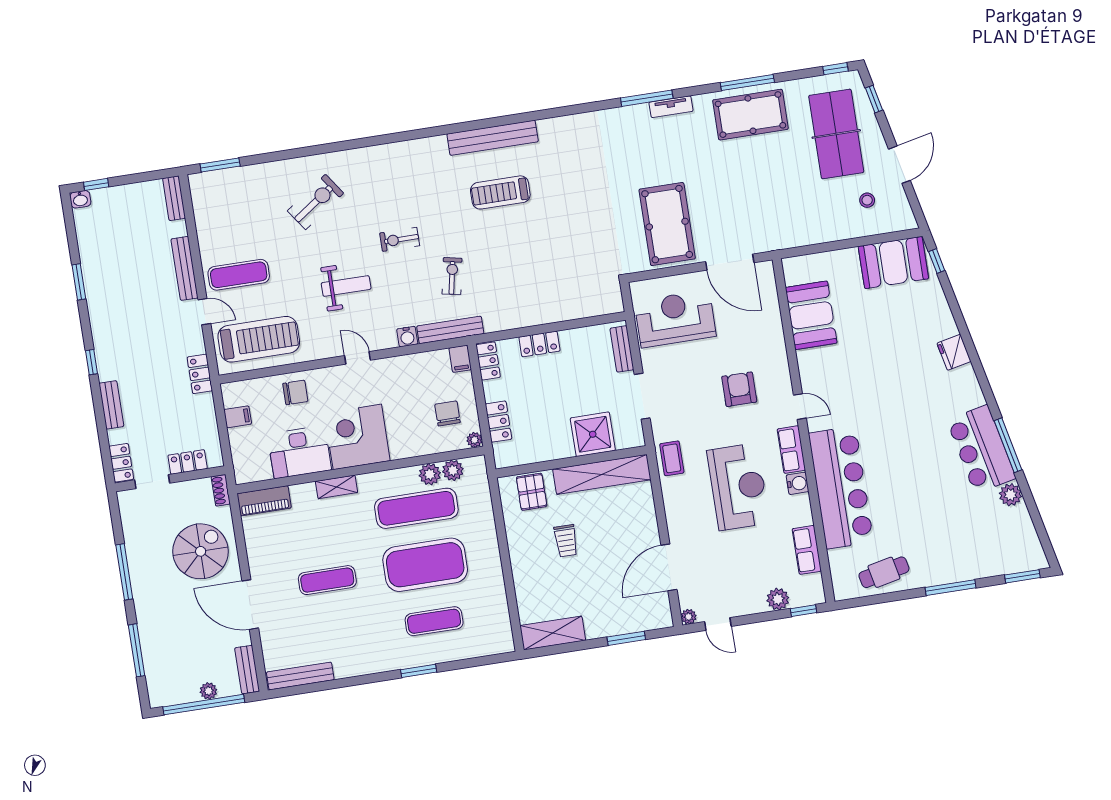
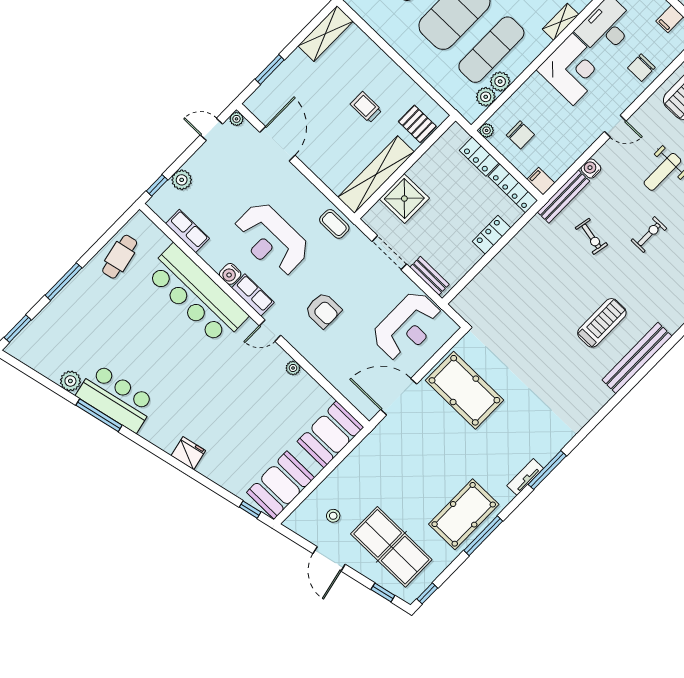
booth: (811, 315) -> (330, 434), moved, turned 90
plant: (804, 358) -> (293, 368), added
locker: (488, 361) -> (513, 188), width x1.53

